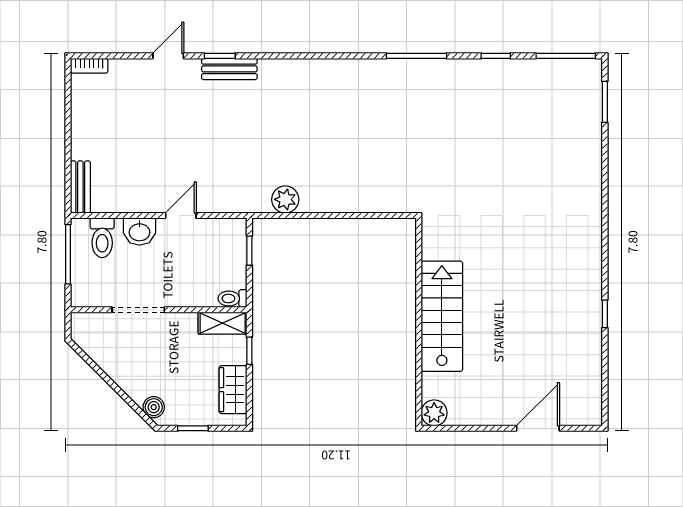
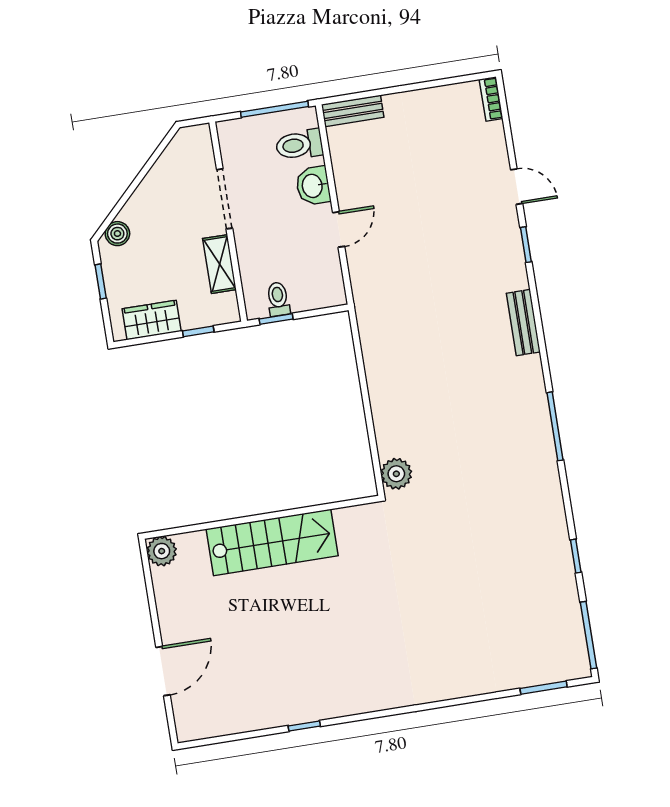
window: (417, 56) -> (555, 426), moved
bench: (229, 69) -> (523, 323), moved
plant: (285, 199) -> (396, 474), moved
door: (181, 215) -> (339, 229), hinge flipped
window: (249, 251) -> (276, 319), moved
toilet: (233, 299) -> (278, 299), moved
shelving: (223, 323) -> (220, 264), moved
door: (538, 428) -> (163, 671), hinge flipped

